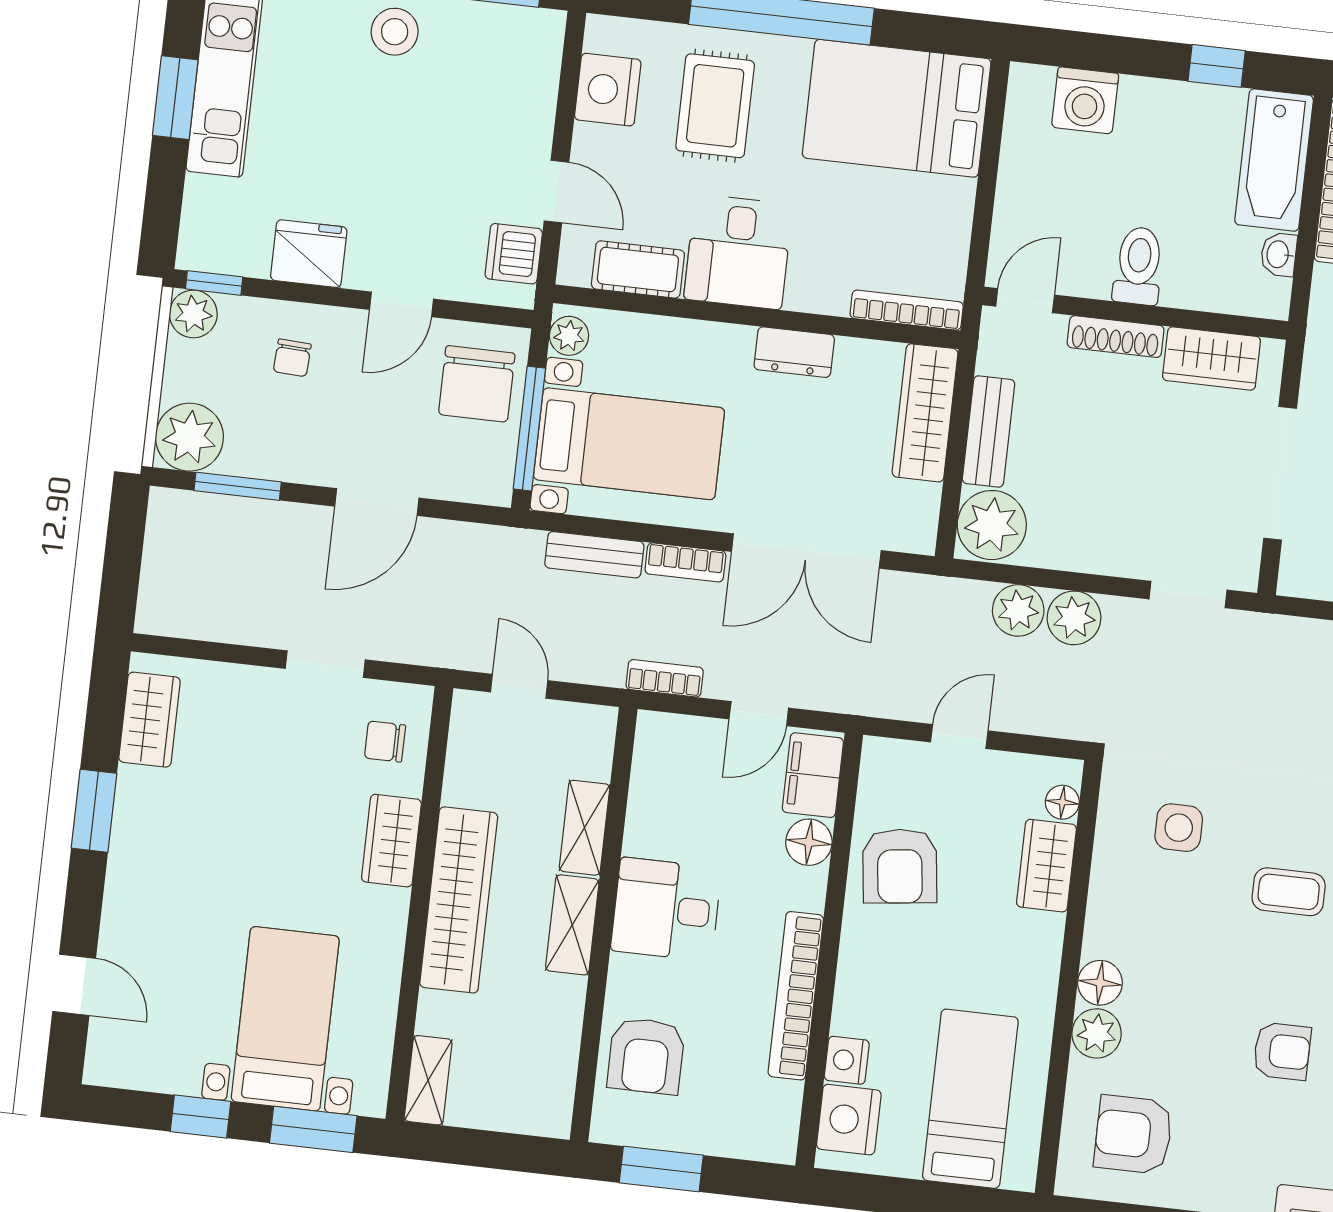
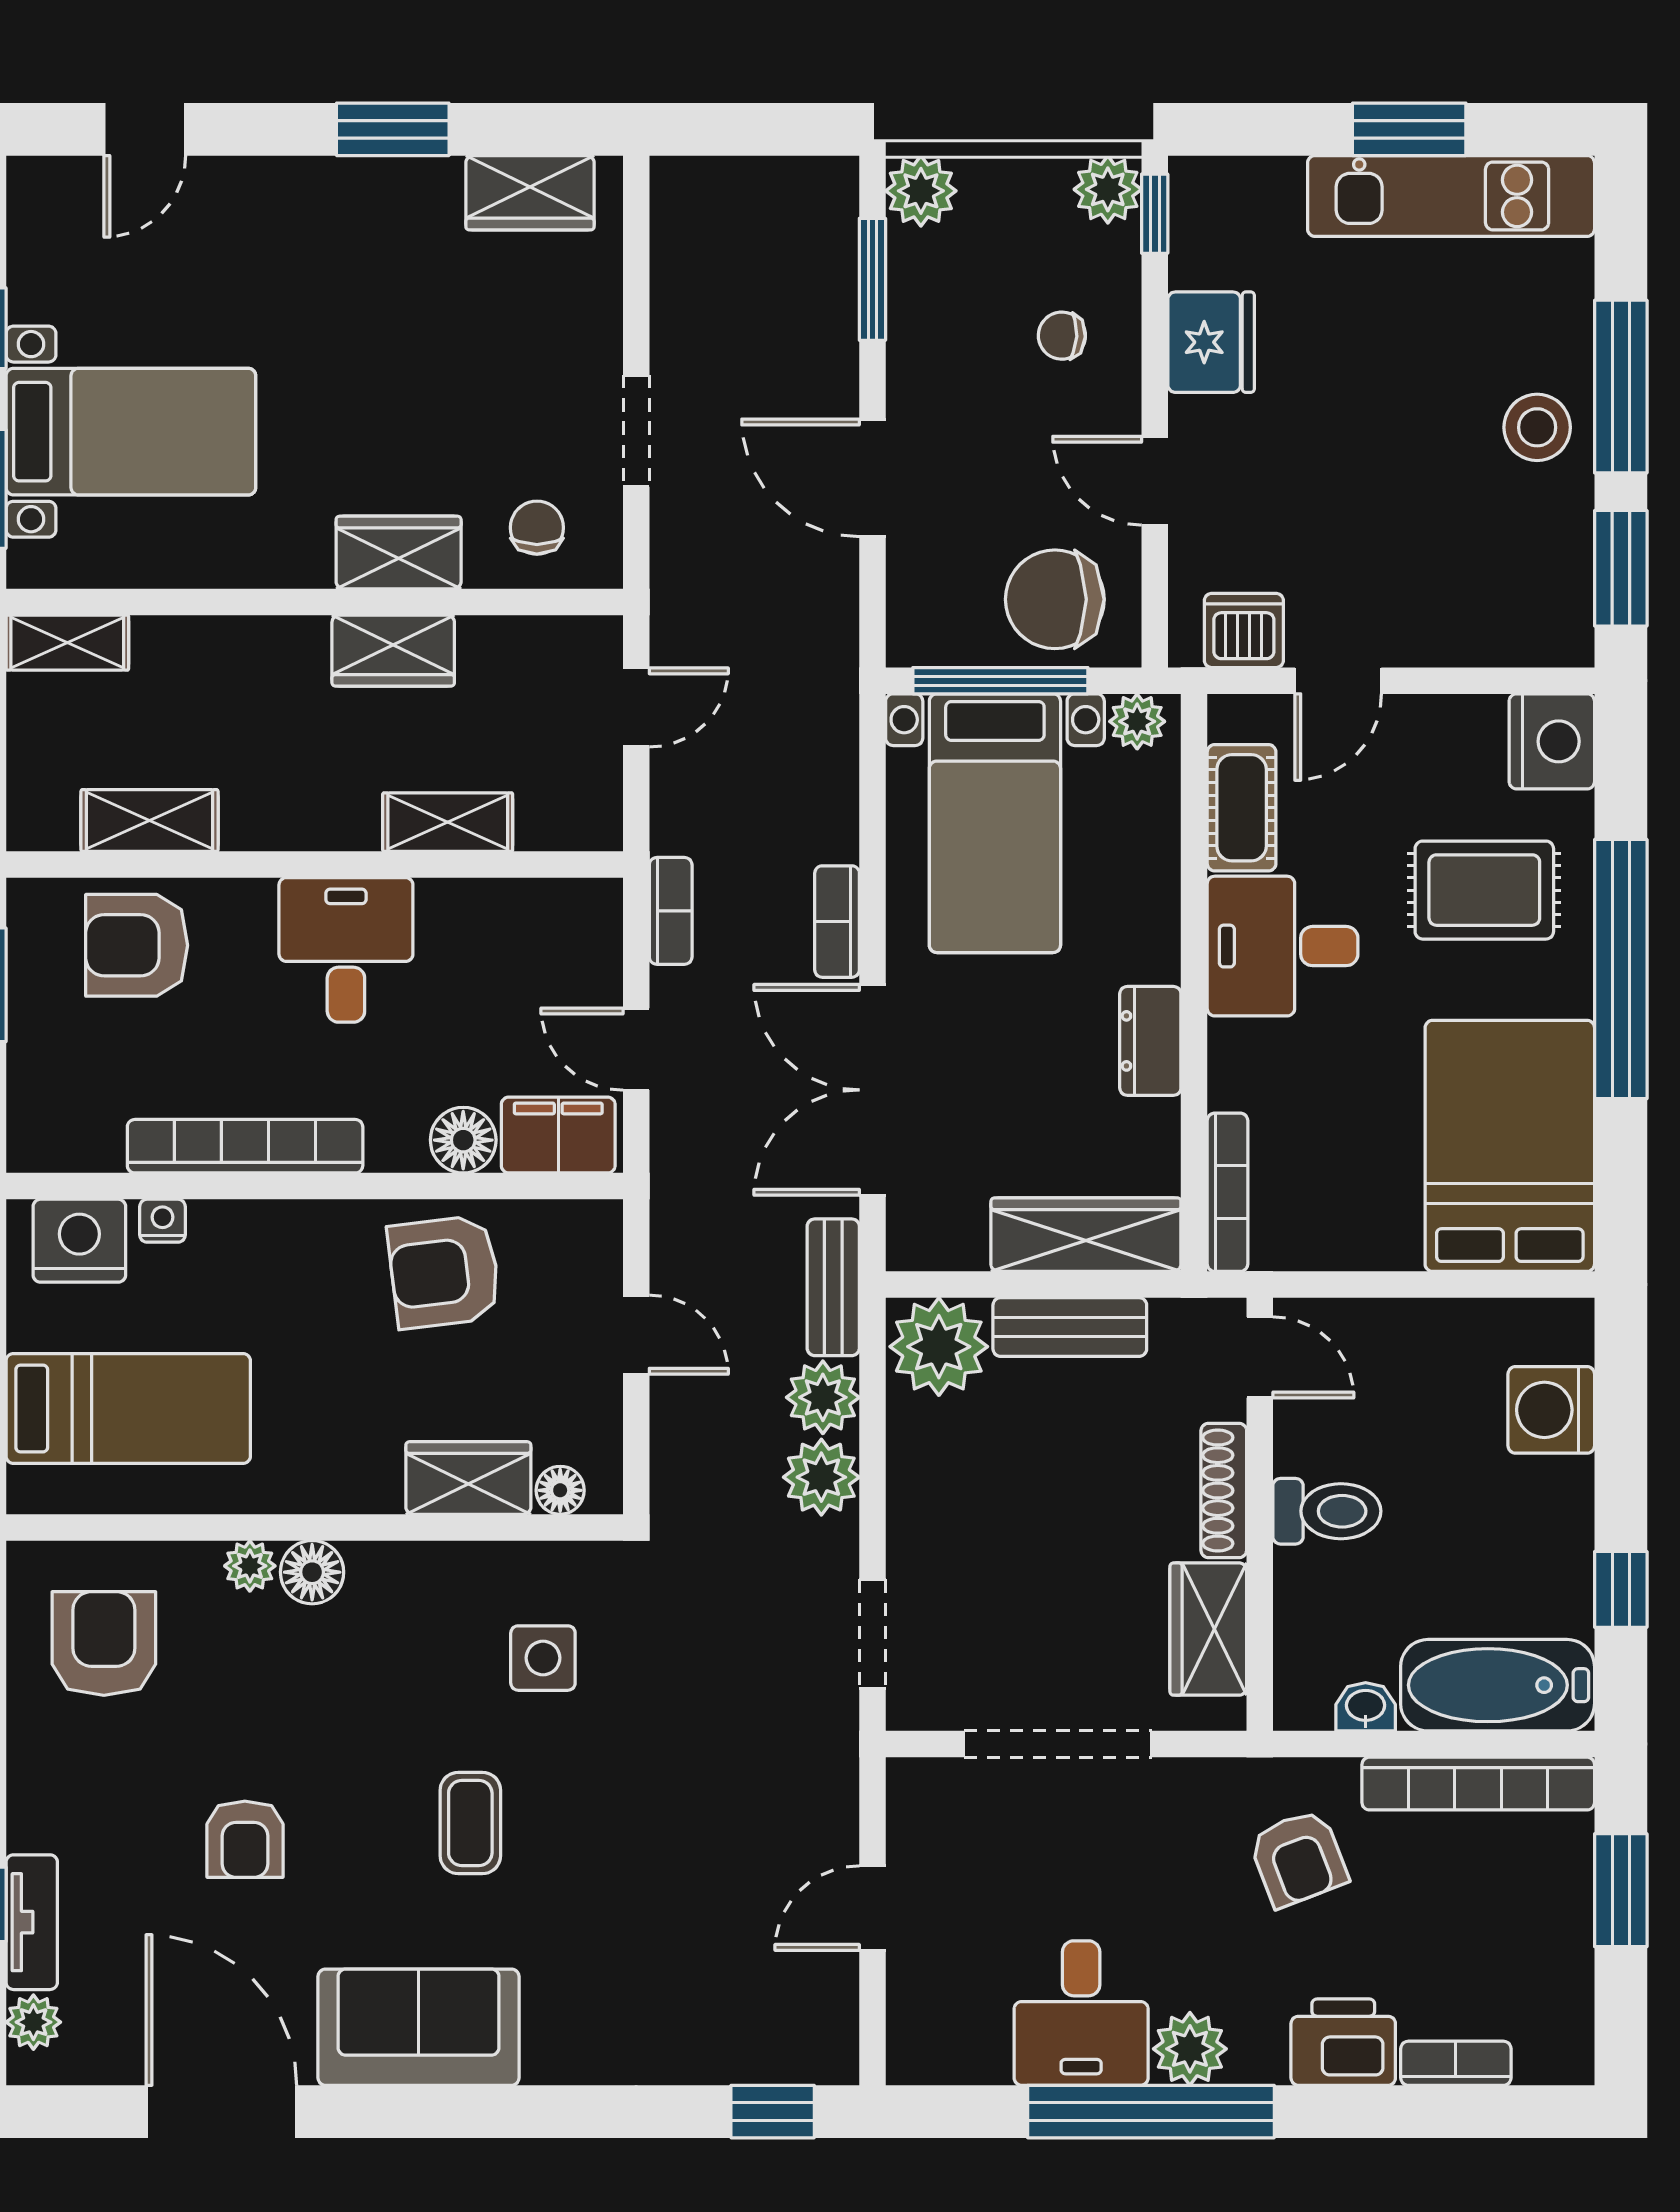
nightstand: (608, 90) -> (1552, 741), moved, turned 90
plant: (189, 437) -> (921, 191), width x0.73, depth x0.73
bench: (594, 555) -> (833, 1287), moved
wardrobe: (459, 900) -> (393, 651), width x0.48, depth x0.85
shelving: (572, 925) -> (150, 820), moved
plant: (1097, 1033) -> (250, 1566), width x0.73, depth x0.73
nightstand: (847, 1060) -> (163, 1221), width x0.72, depth x0.74

